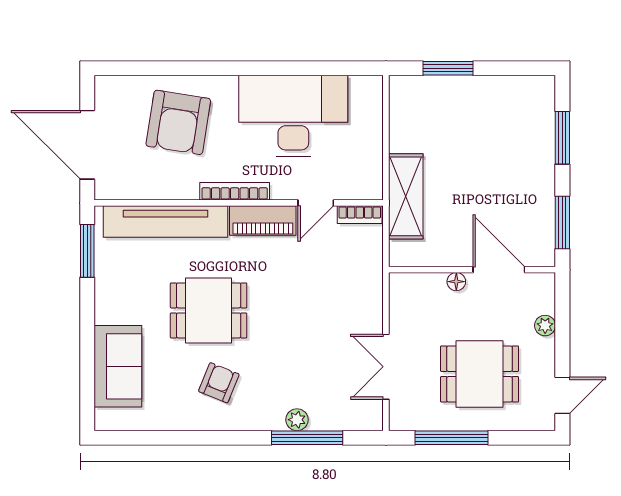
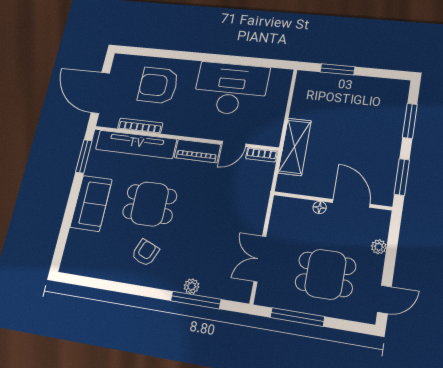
armchair: (178, 122) -> (158, 85), turned 81
bookcase: (235, 191) -> (140, 126), moved
sofa: (118, 366) -> (91, 203), moved

